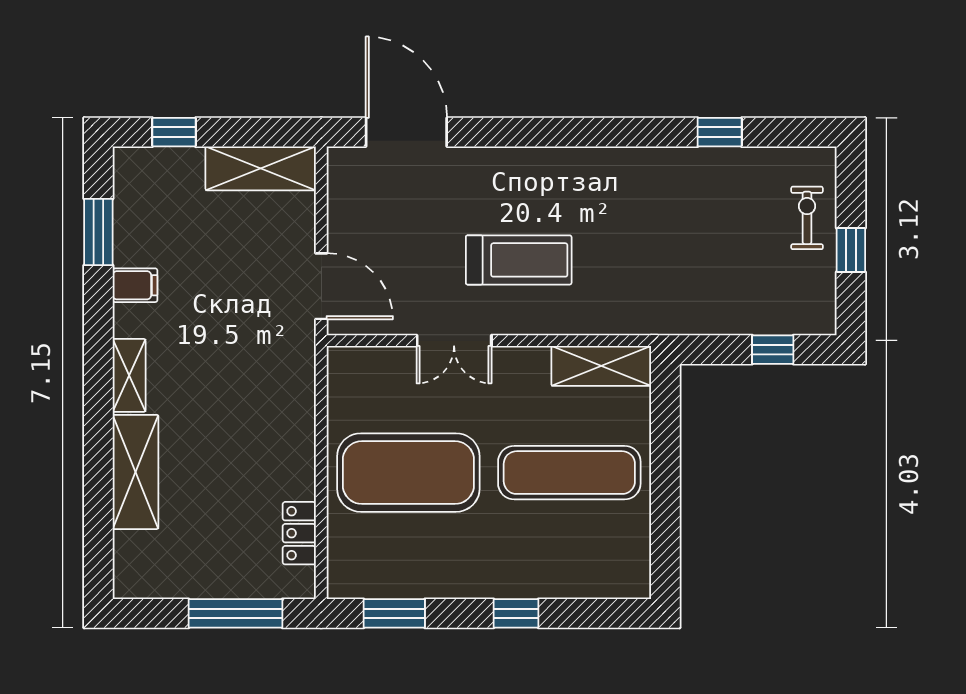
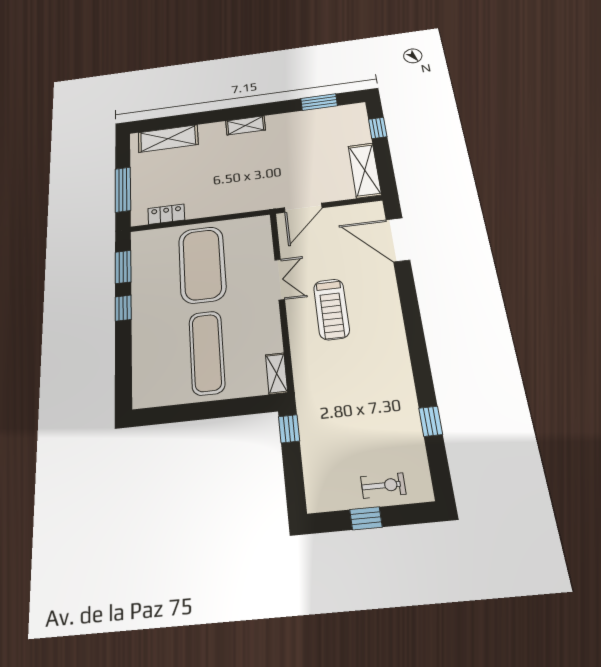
door: (406, 132) -> (398, 240), swing flipped
filing cabinet: (135, 285) -> (293, 122), removed
double door: (454, 341) -> (280, 279), swing flipped
window: (773, 350) -> (289, 429), moved
shelving: (601, 366) -> (277, 373), width x0.67, depth x0.75
shelving: (136, 472) -> (168, 139), moved
window: (516, 613) -> (123, 308), moved

